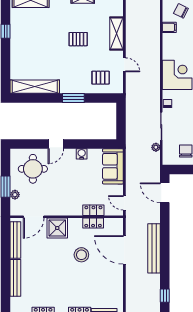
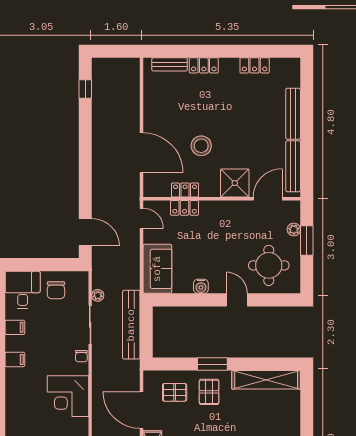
door: (124, 65) -> (141, 410), width x1.88
pallet: (76, 78) -> (209, 392), added
door: (56, 144) -> (237, 300), hinge flipped
bench: (154, 248) -> (131, 325), moved

